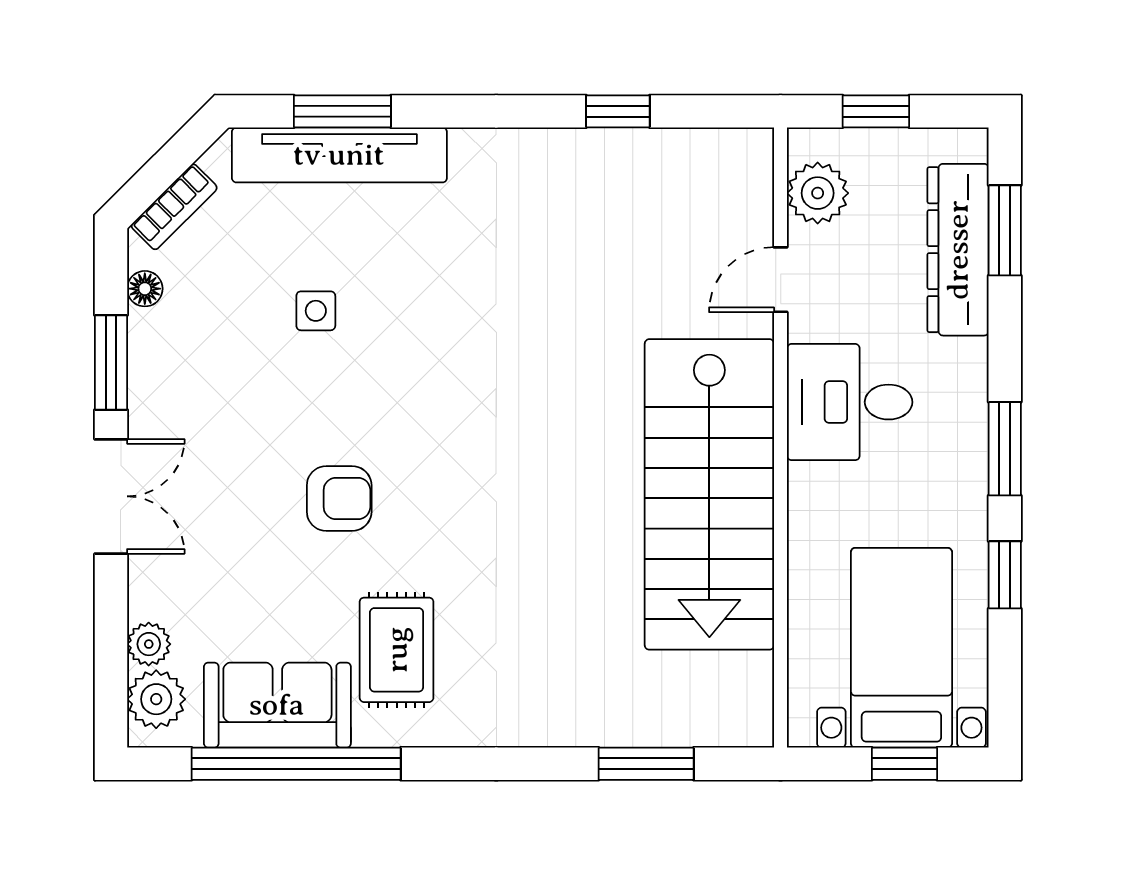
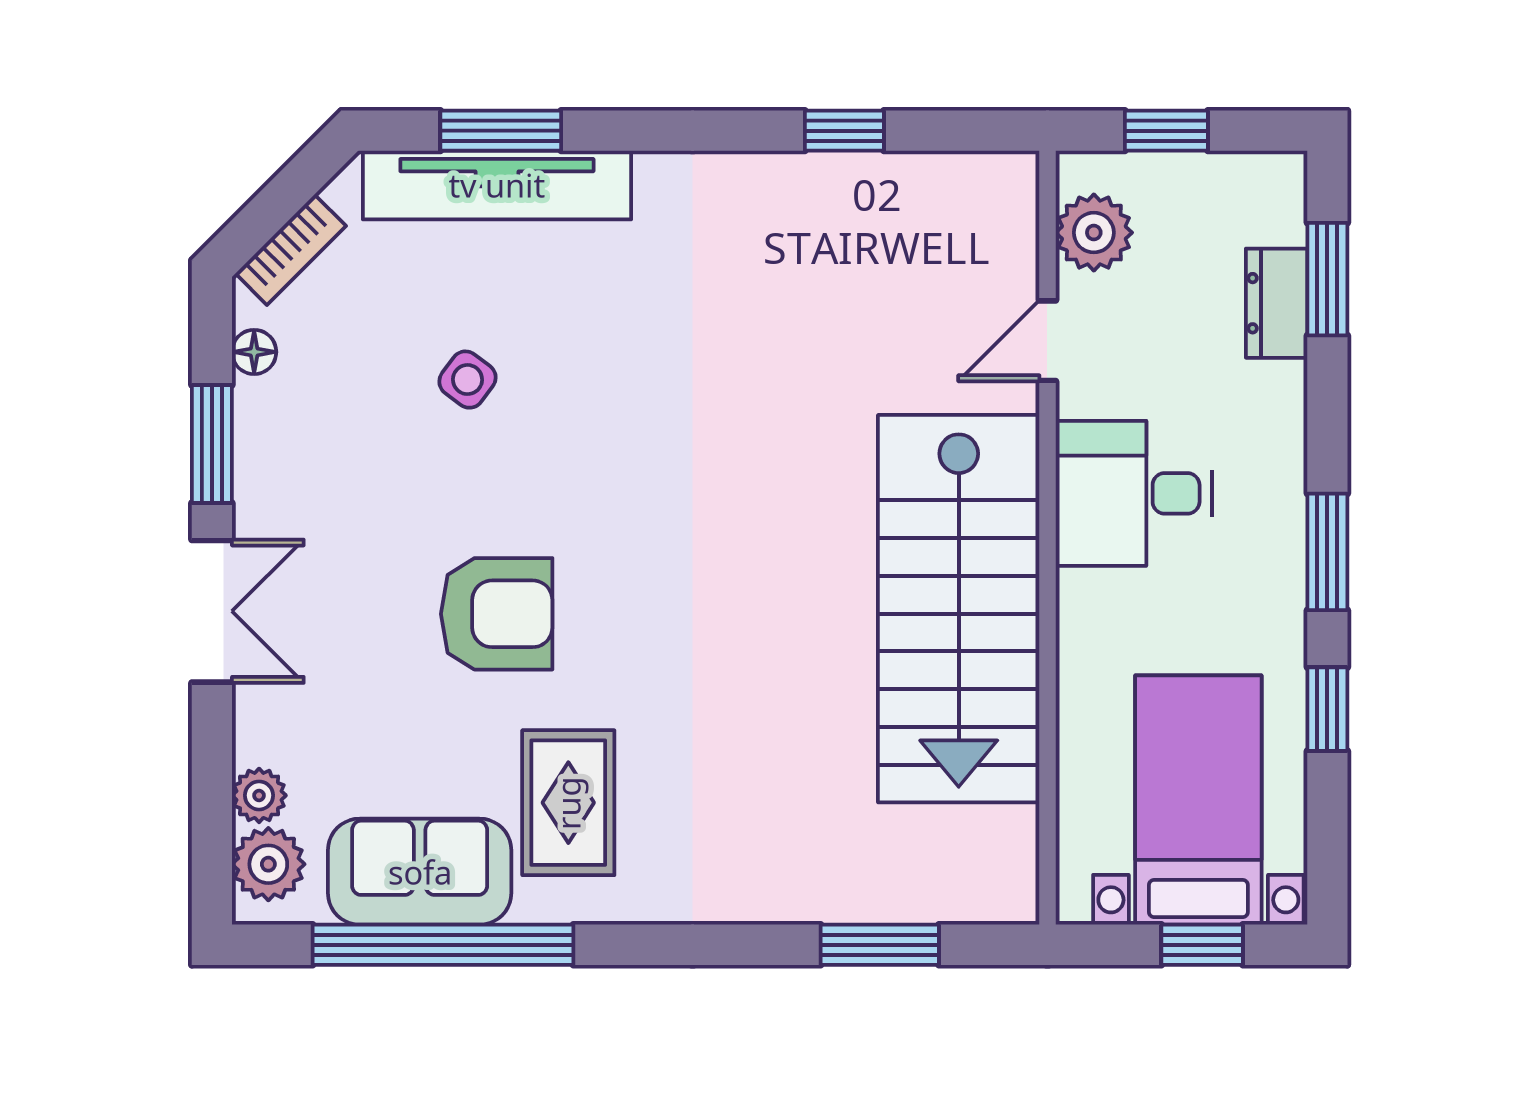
dresser: (958, 250) -> (1277, 303), width x0.51, depth x0.80
side table: (316, 311) -> (467, 380), turned 37
armchair: (339, 499) -> (497, 614), width x1.38, depth x1.38

